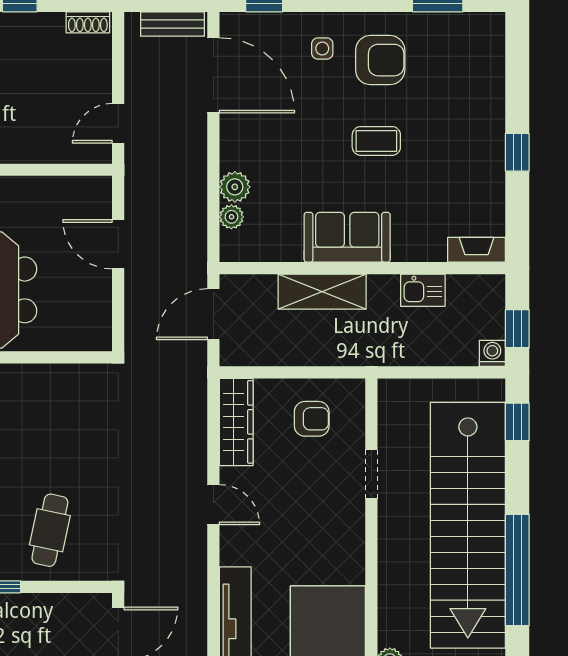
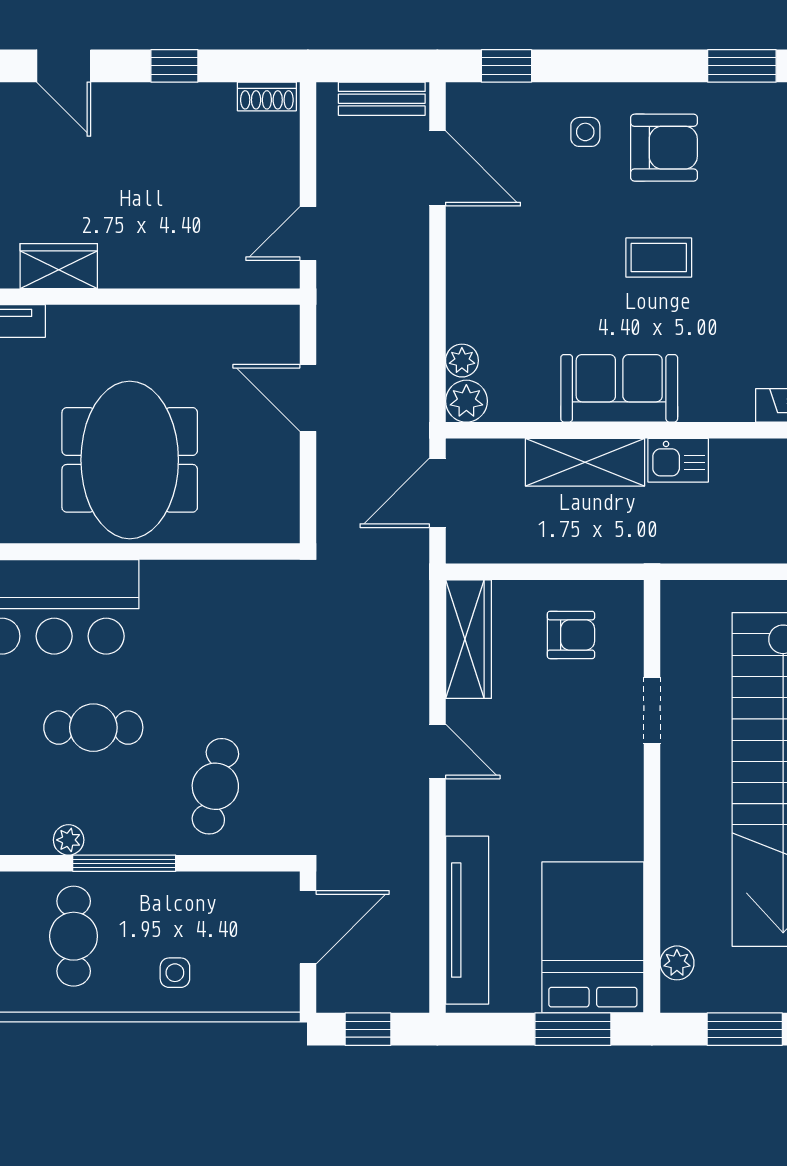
door: (213, 75) -> (437, 168), width x0.73
plant: (235, 187) -> (466, 401), moved
kitchen sink: (423, 290) -> (678, 460), moved

